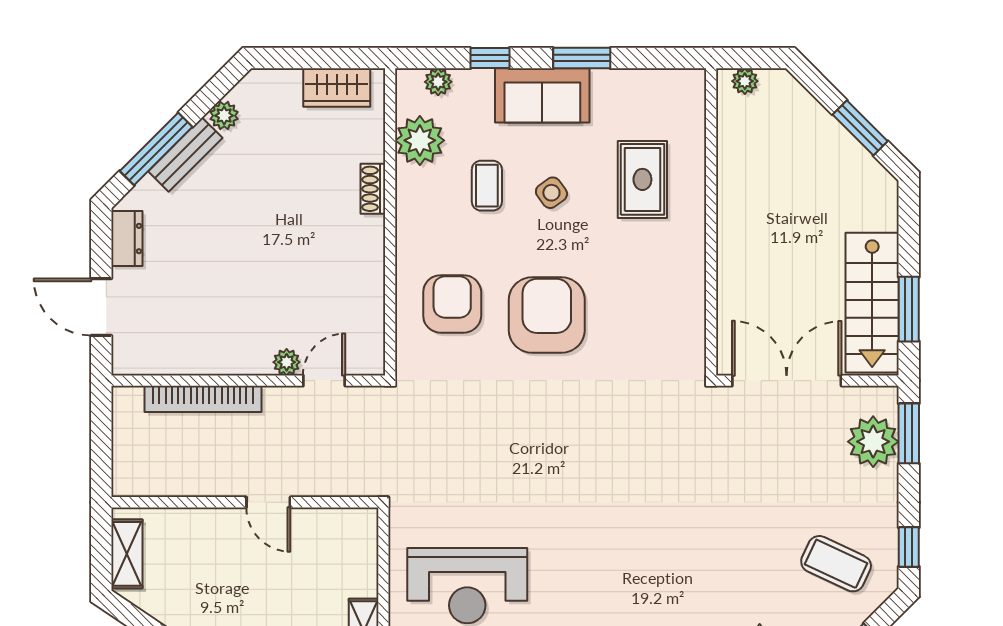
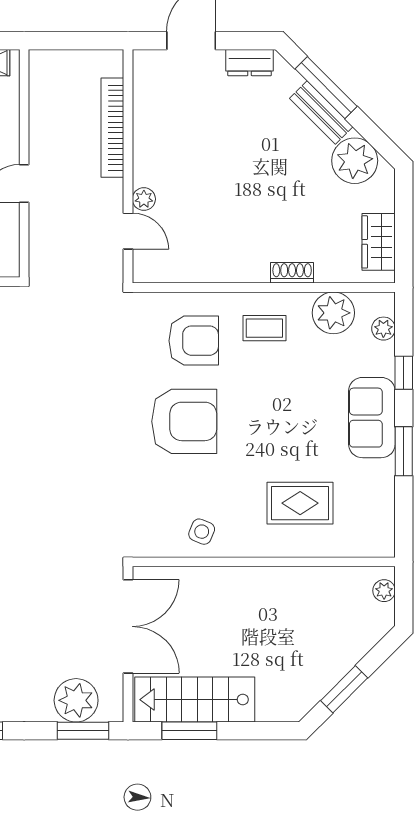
plant: (224, 116) -> (355, 161), width x1.87, depth x1.87
coffee table: (487, 186) -> (264, 328), moved
side table: (551, 193) -> (202, 532), moved, turned -31

